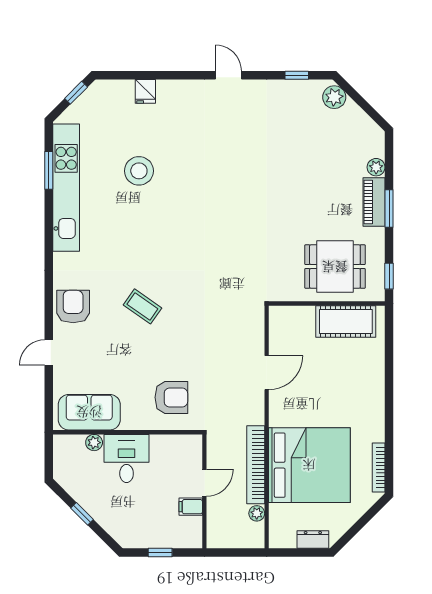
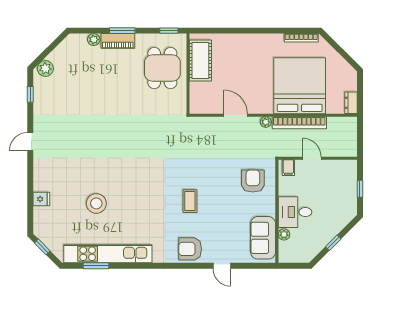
coffee table: (142, 306) -> (190, 201), turned -35
filing cabinet: (191, 507) -> (288, 168), moved
plant: (257, 513) -> (266, 122), moved
dresser: (313, 539) -> (351, 103), moved

